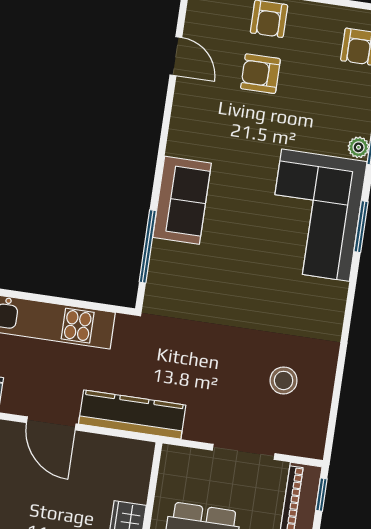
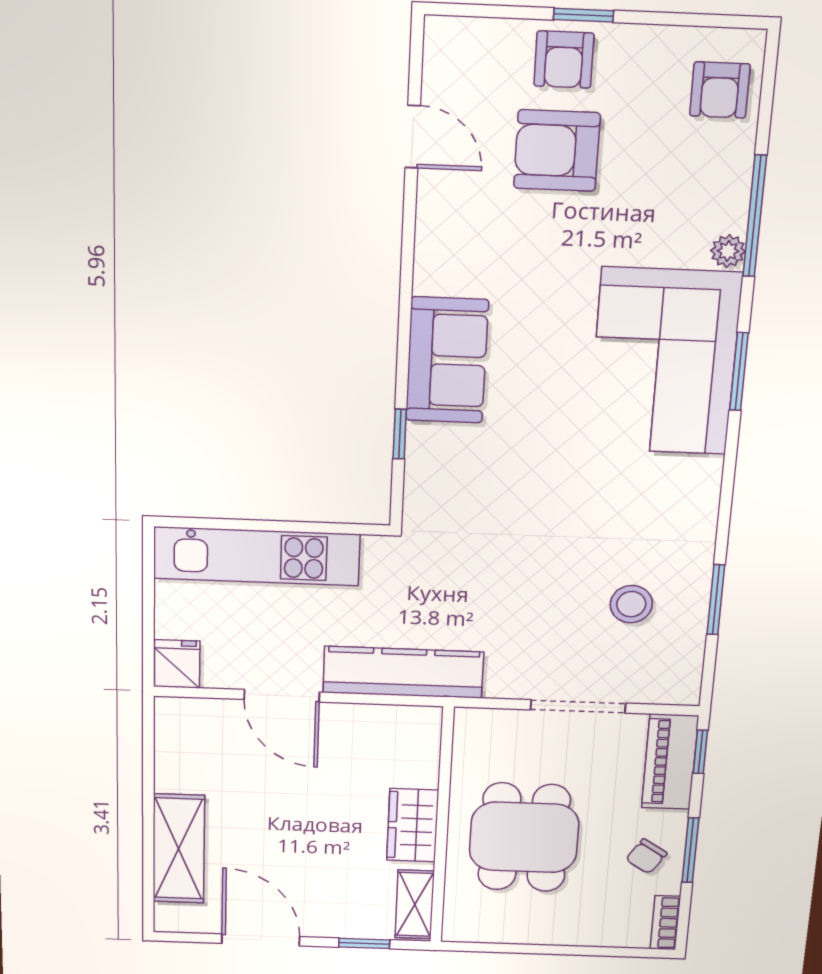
armchair: (260, 74) -> (557, 151), width x1.38, depth x1.38
window: (148, 246) -> (400, 434), width x0.46
window: (338, 383) -> (716, 600), added

